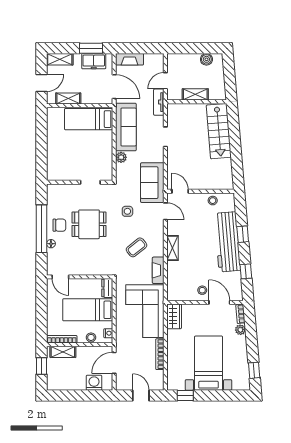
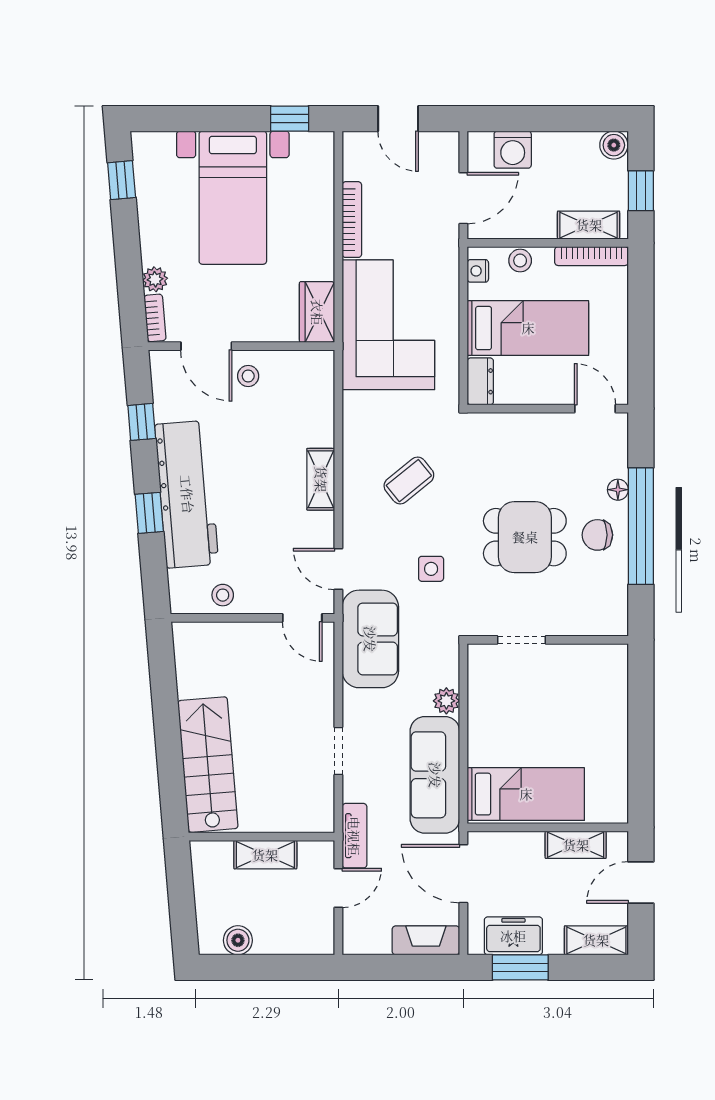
fireplace: (158, 270) -> (356, 425), removed
boiler: (53, 385) -> (614, 145), added

